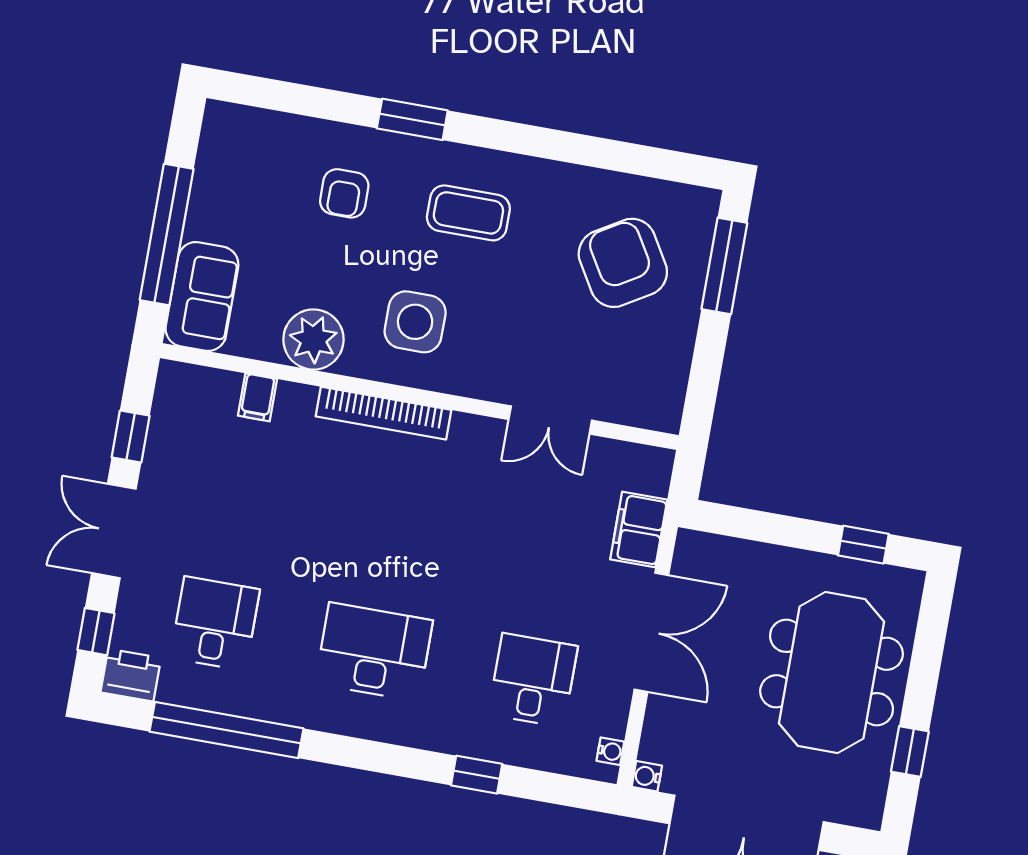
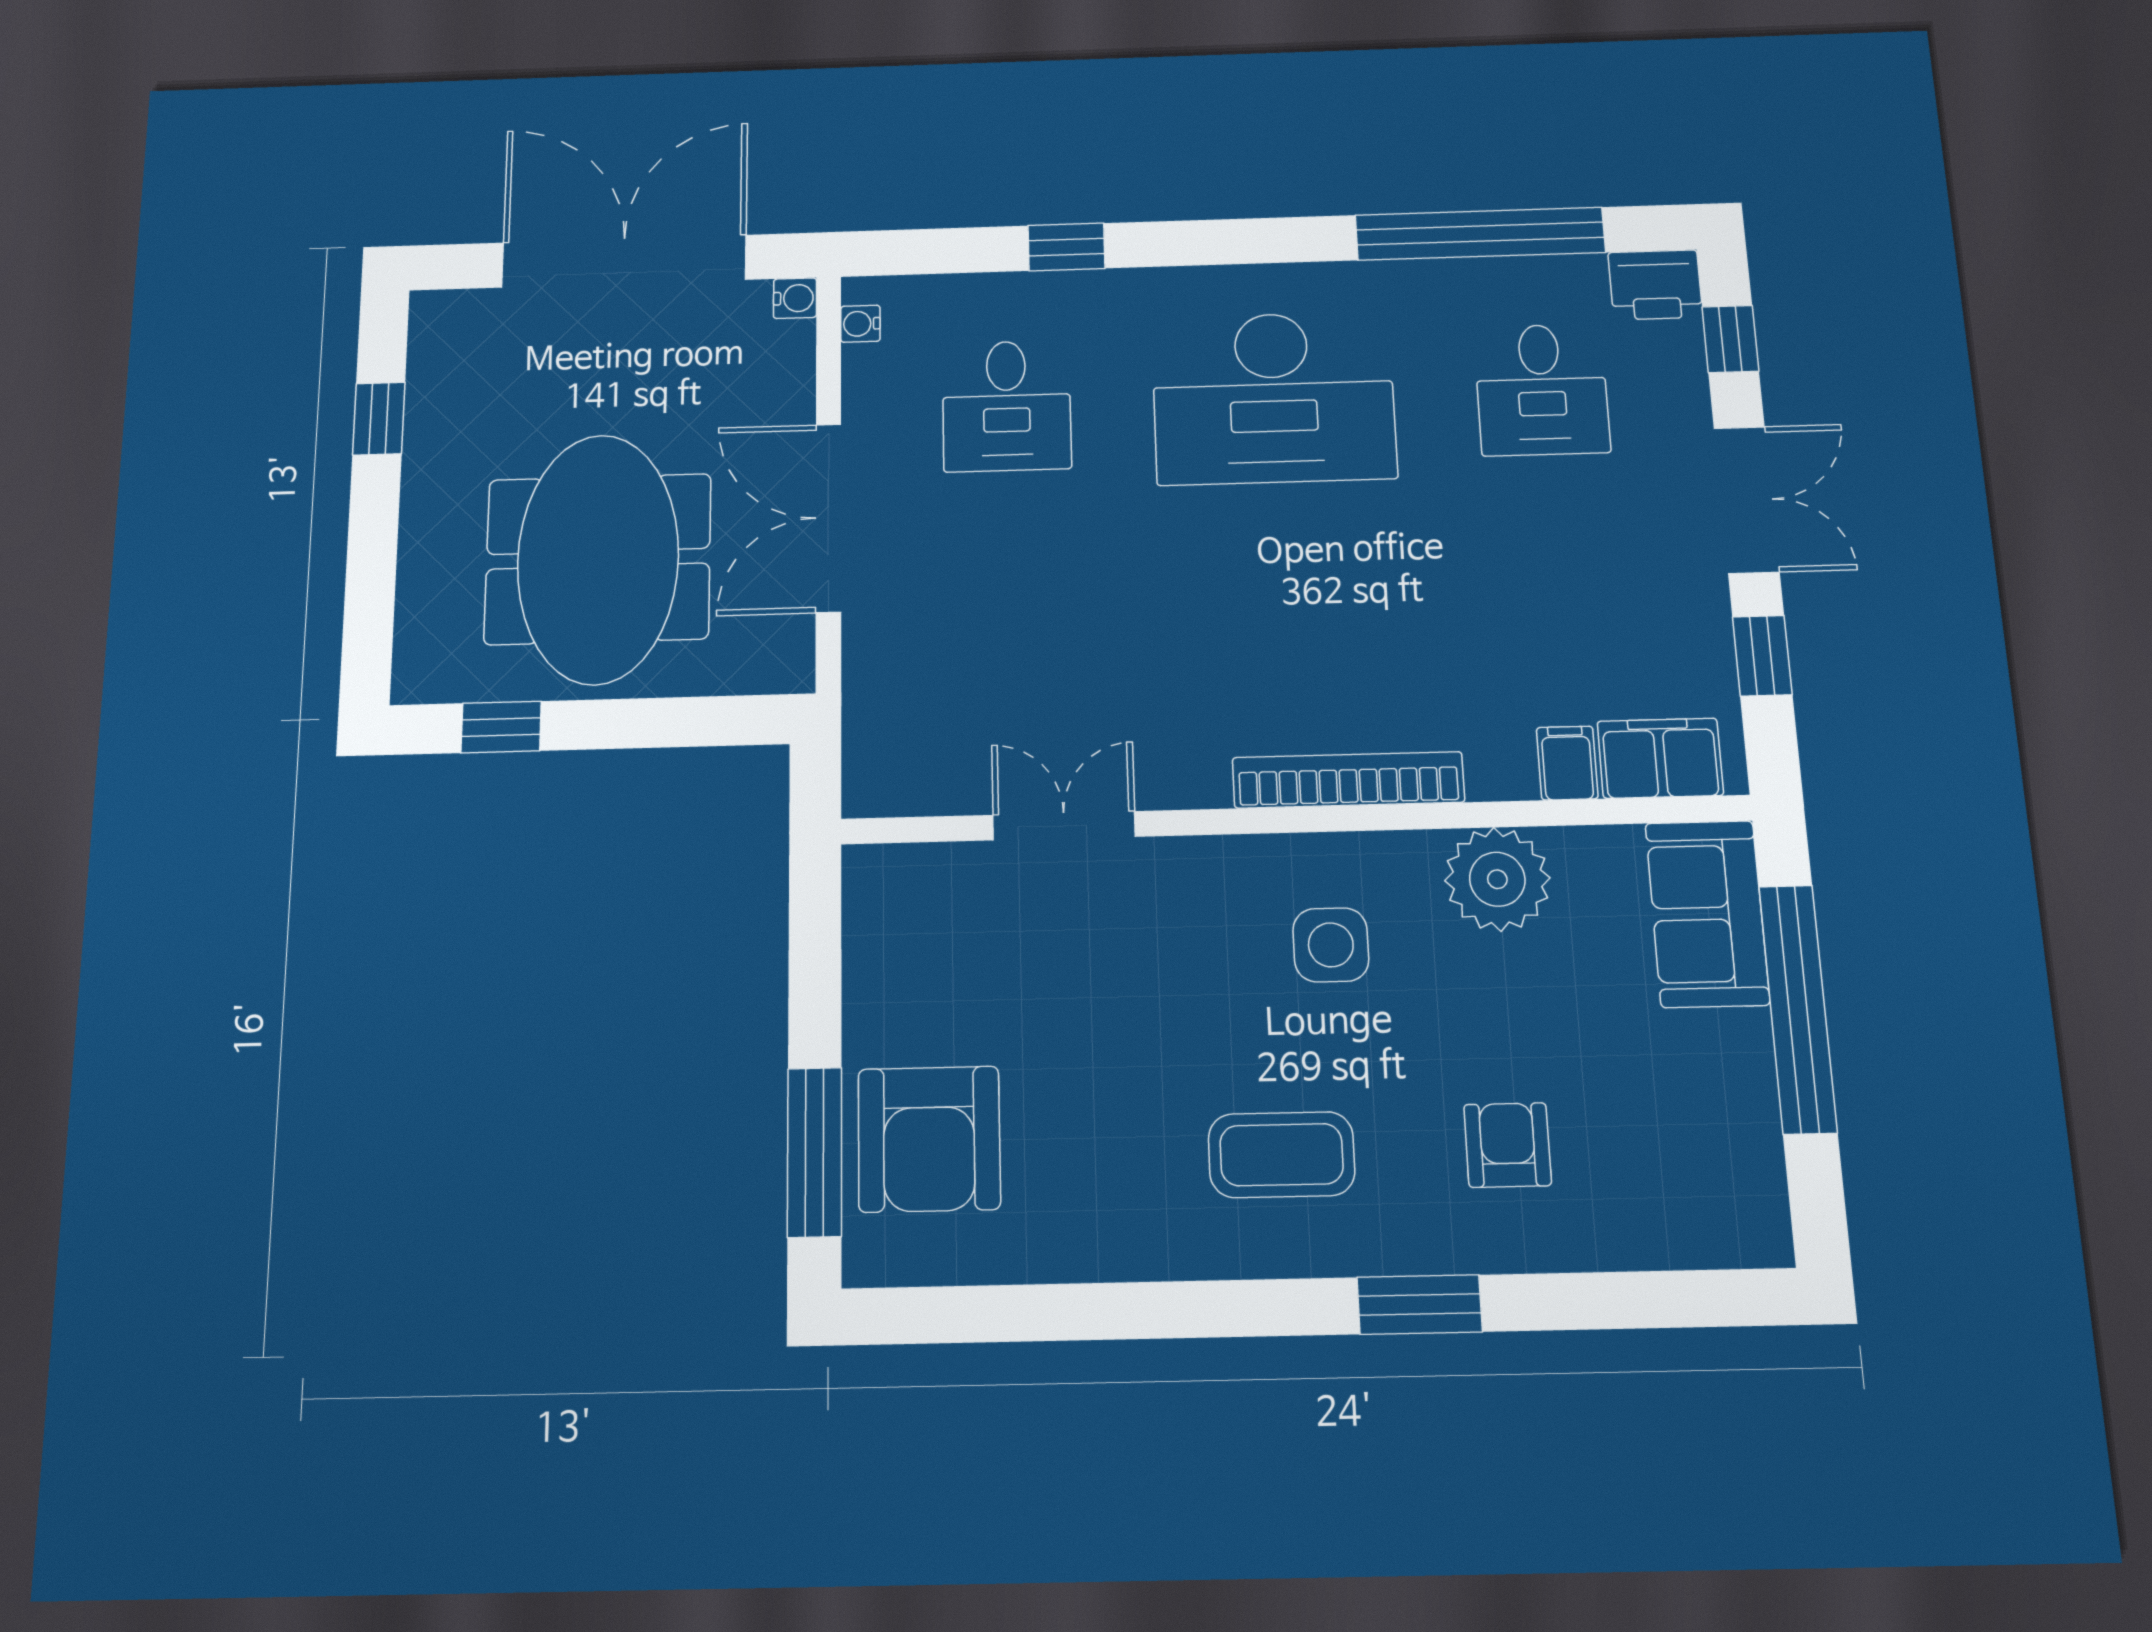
armchair: (623, 263) -> (929, 1139), moved, turned 31
side table: (415, 322) -> (1331, 945), width x0.73, depth x0.73
filing cabinet: (639, 530) -> (1660, 758), moved, turned -90
desk: (374, 652) -> (1273, 398), width x1.36, depth x1.30
meeting table: (831, 673) -> (598, 559), moved

